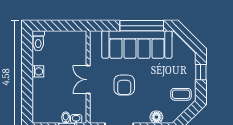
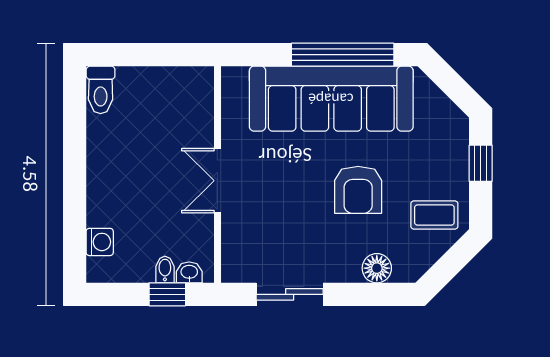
washing machine: (38, 71) -> (100, 242), moved
armchair: (124, 85) -> (358, 190), moved

